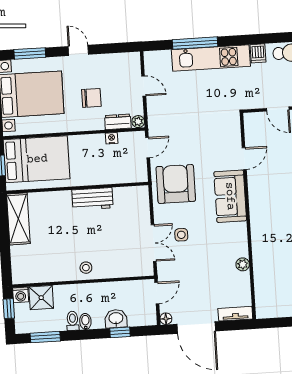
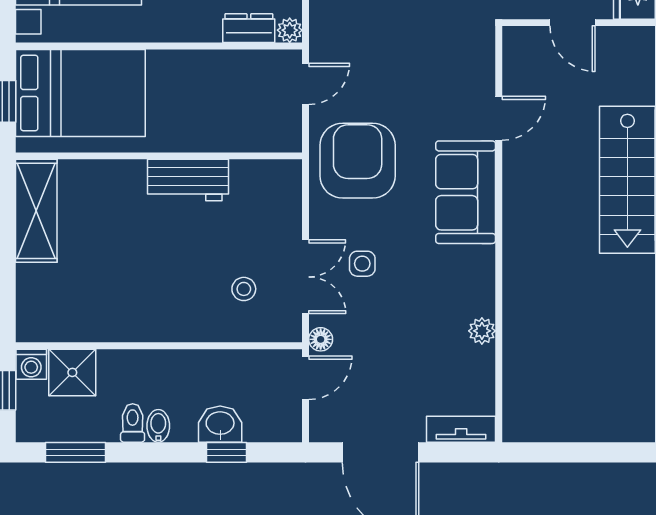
nightstand: (112, 138) -> (234, 61), removed
stool: (86, 268) -> (244, 289), moved
floor lamp: (166, 319) -> (321, 339), moved

